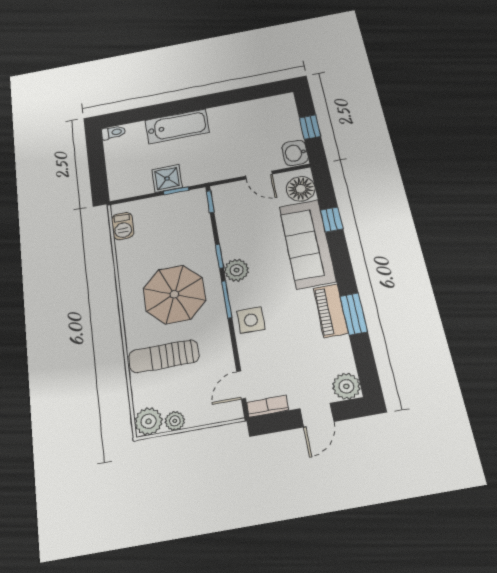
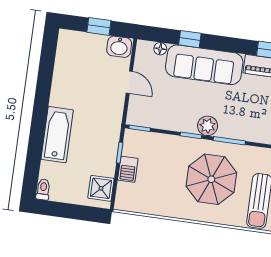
door: (259, 175) -> (129, 82), hinge flipped
shower: (167, 179) -> (101, 188), moved
floor lamp: (301, 189) -> (160, 49), width x0.53, depth x0.53
barbecue: (123, 226) -> (128, 169), moved, turned 90
side table: (251, 320) -> (253, 128), removed

